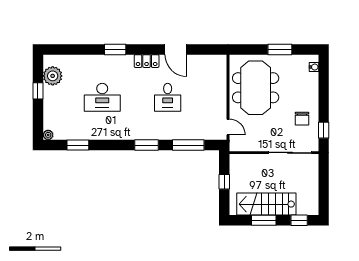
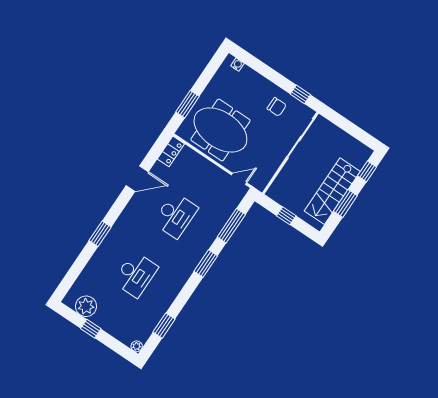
window: (280, 49) -> (187, 104), moved
locker: (147, 61) -> (171, 151), moved
desk: (168, 97) -> (175, 215), width x1.37

